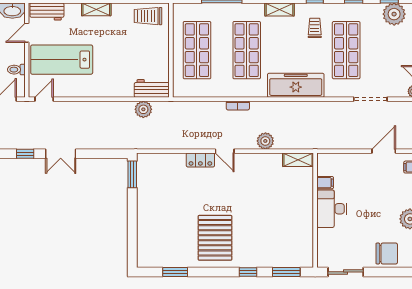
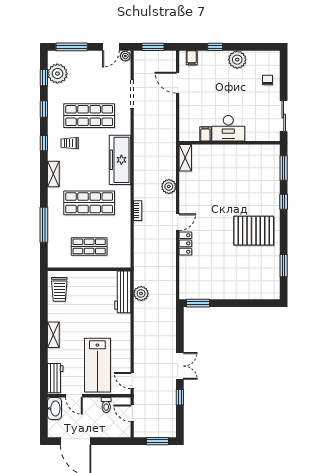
shop shelf: (197, 50) -> (89, 246), width x0.70, depth x0.74
workbench: (152, 88) -> (123, 292), width x1.38
chair: (387, 254) -> (268, 80), width x0.54, depth x0.54

